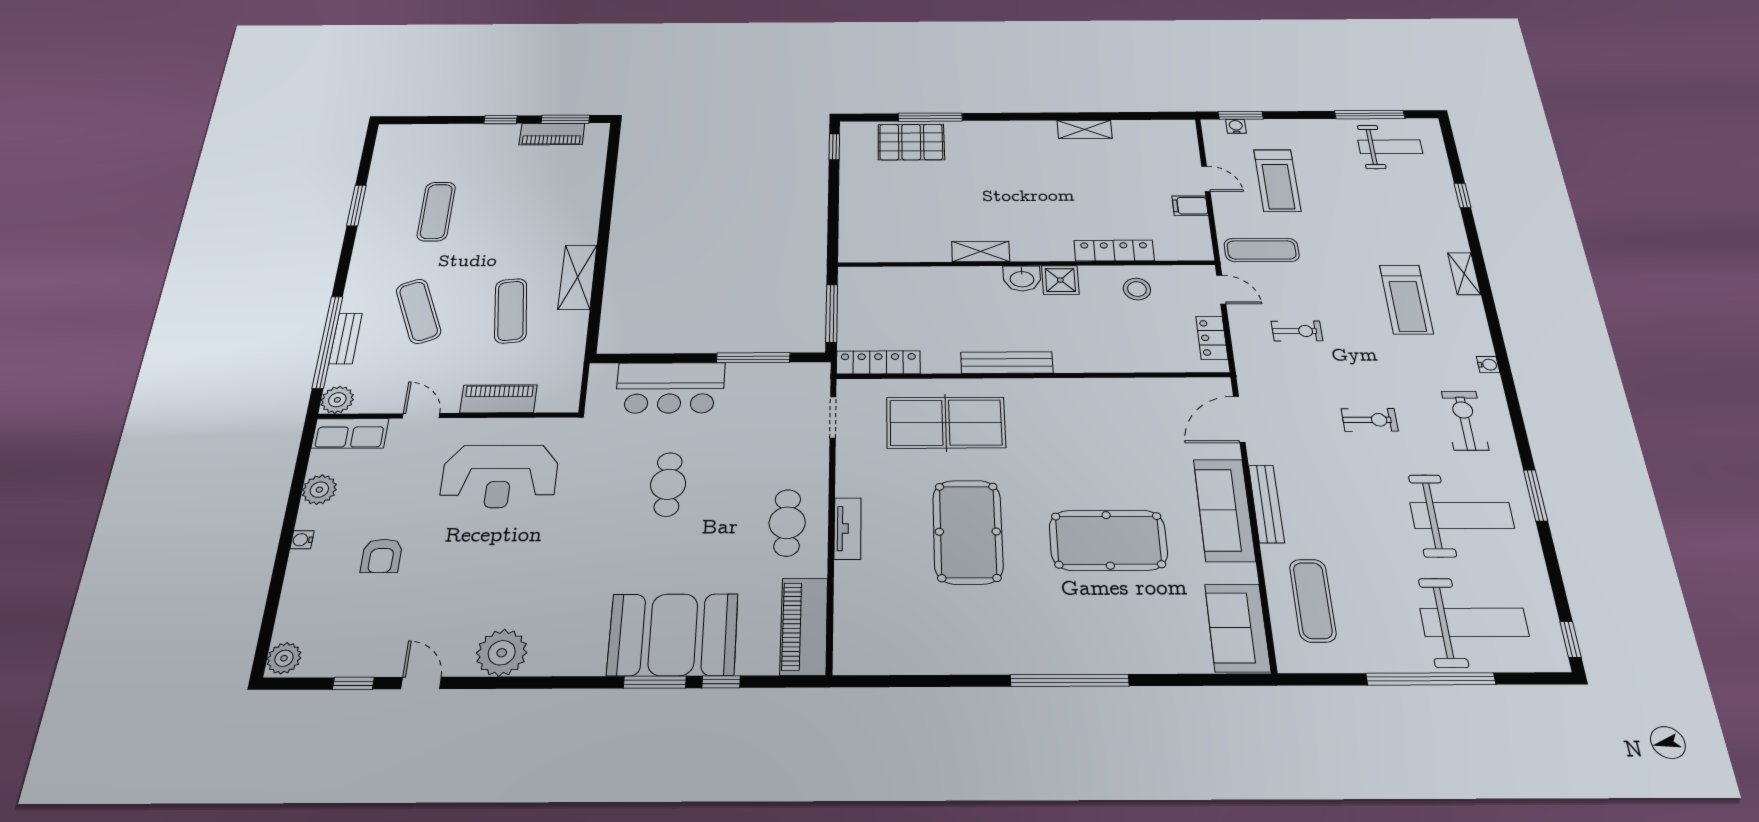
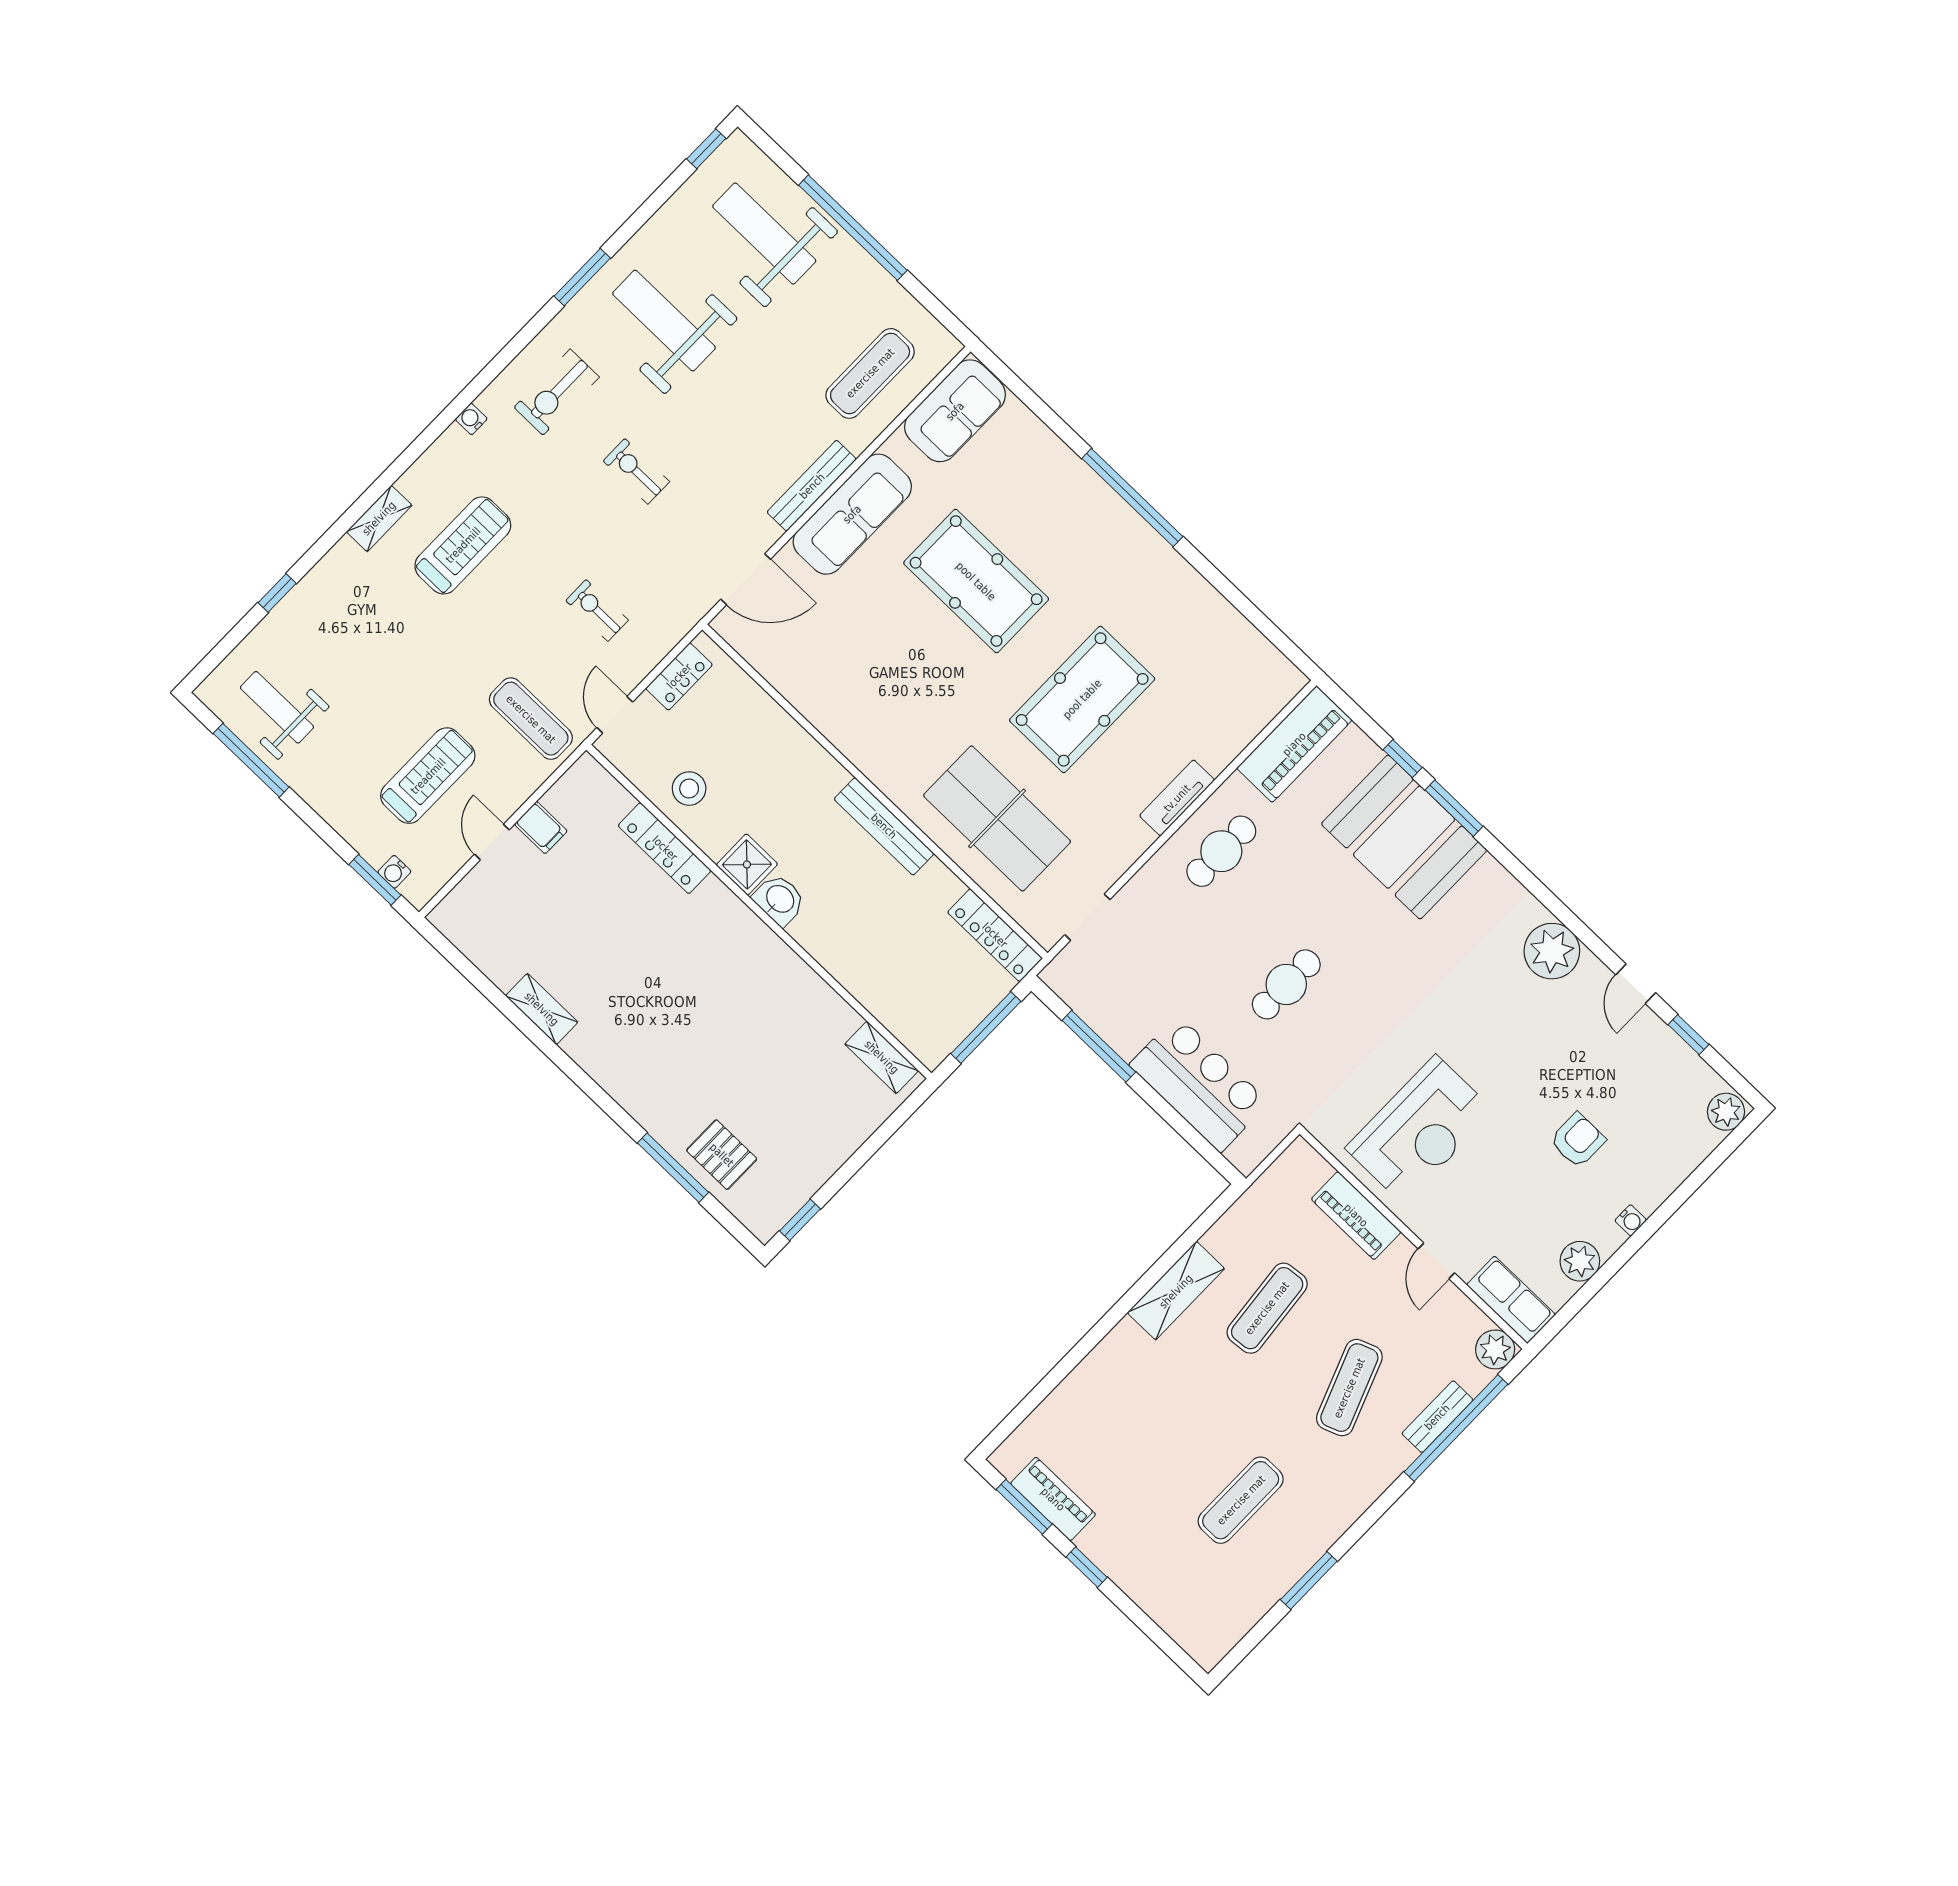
pallet: (911, 142) -> (722, 1155), width x0.67, depth x0.71
shelving: (981, 251) -> (882, 1057), moved
reception desk: (499, 476) -> (1420, 1130), turned 90

